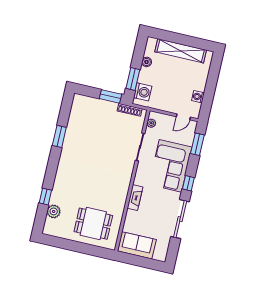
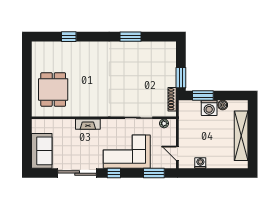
washing machine: (143, 92) -> (209, 108), moved
plant: (54, 211) -> (56, 48), removed
sofa: (137, 245) -> (42, 151), moved

